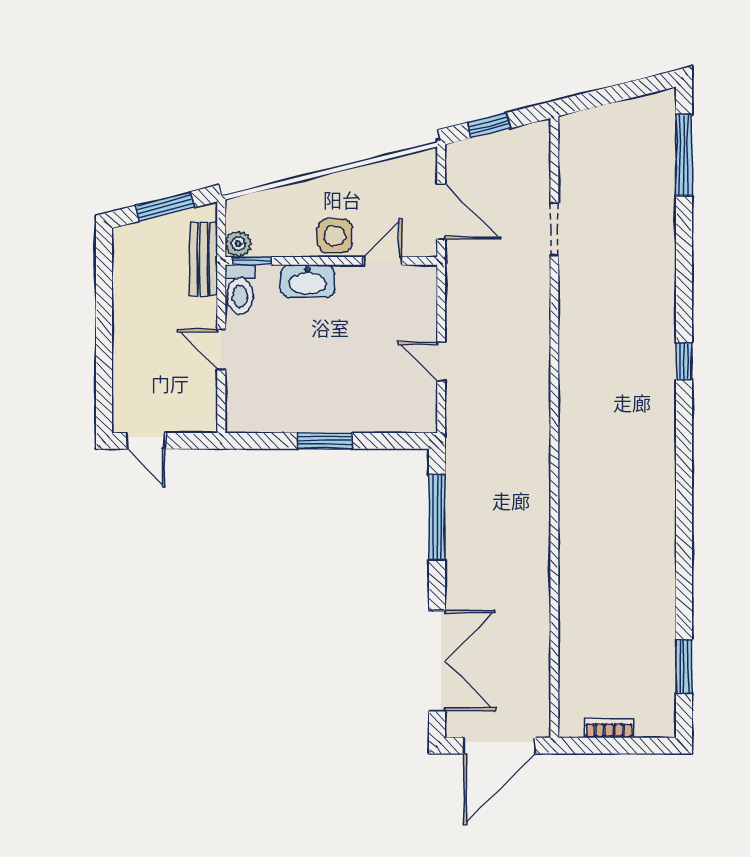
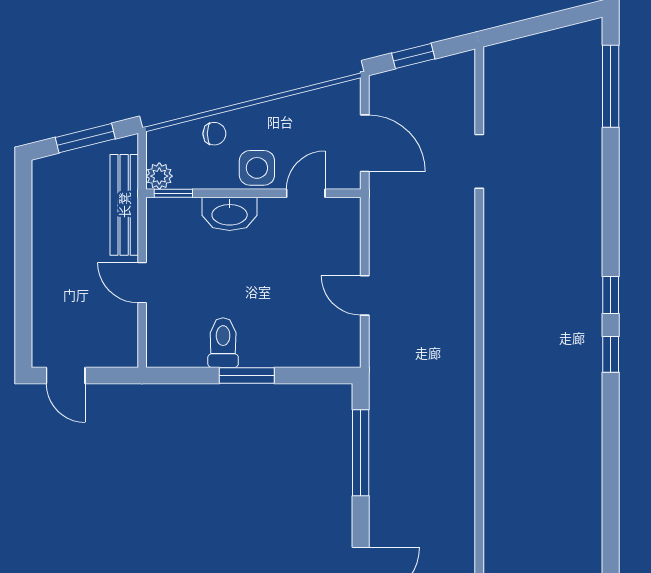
chair: (293, 202) -> (214, 134), added
bench: (204, 259) -> (124, 205), width x1.36
toilet: (240, 289) -> (223, 343), moved, turned 180
window: (684, 420) -> (611, 354), added

